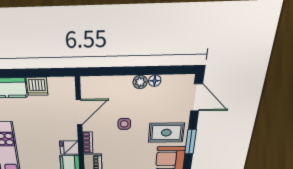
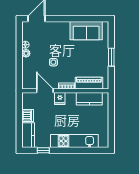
rug: (166, 133) -> (60, 35), removed
window: (190, 142) -> (67, 19), removed
fridge: (69, 148) -> (60, 98), moved

